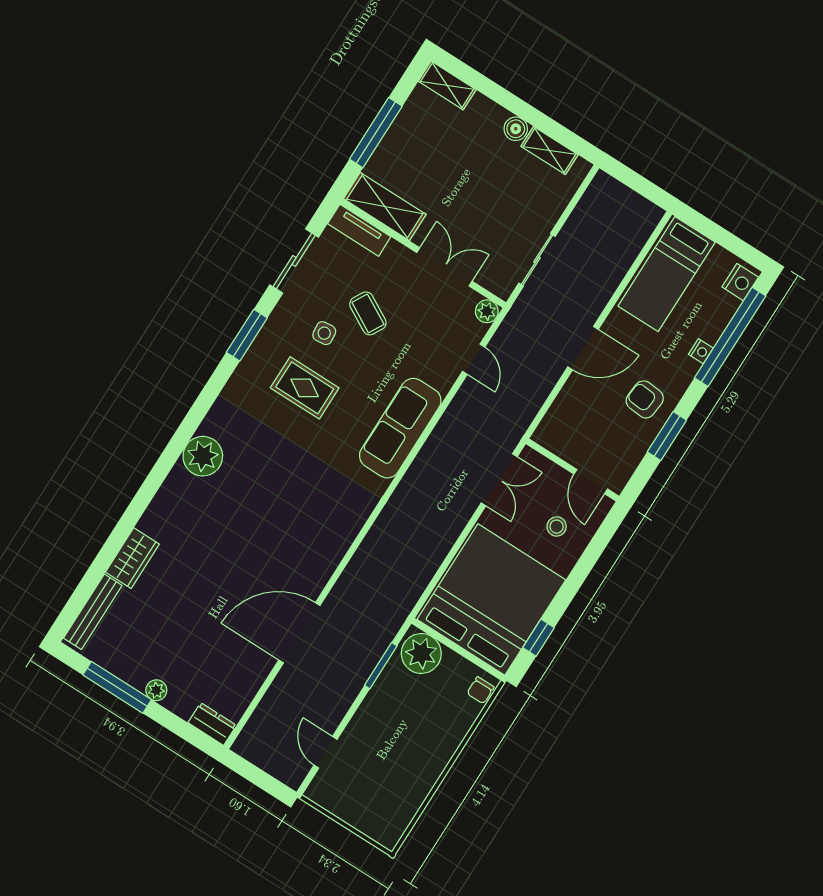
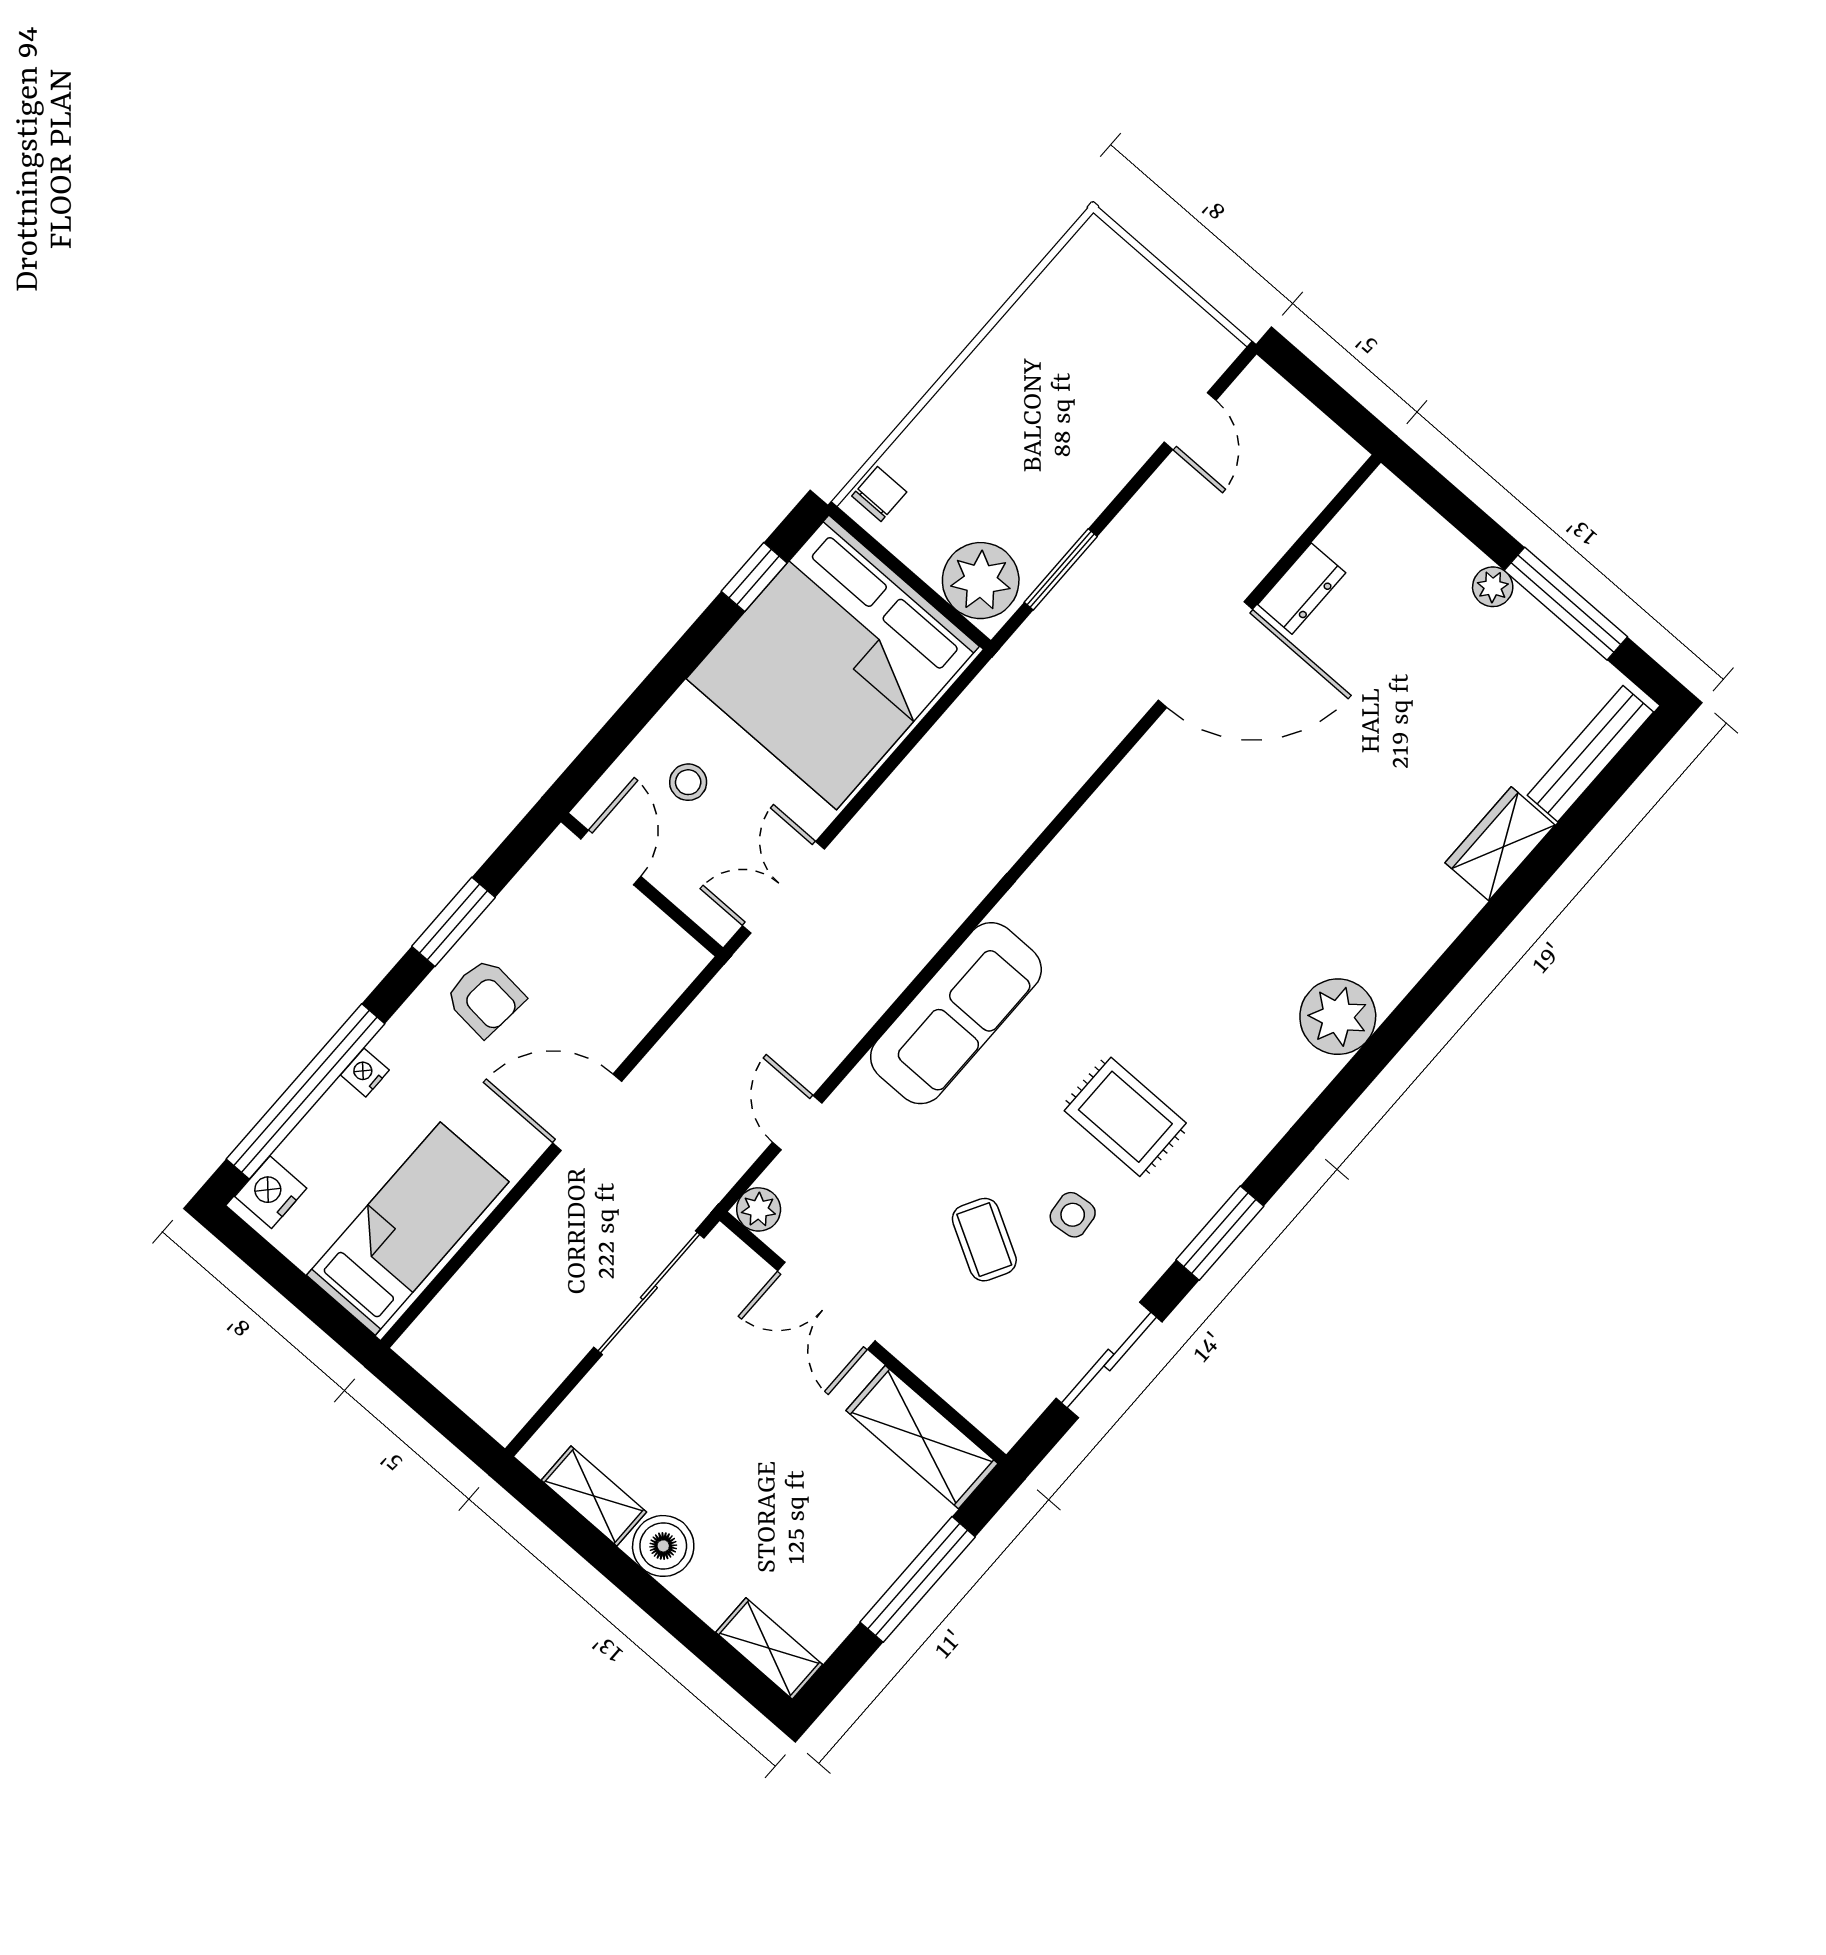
boiler: (516, 129) -> (663, 1546), width x1.36, depth x1.36
tv unit: (359, 230) -> (977, 1400), removed
sliding door: (537, 260) -> (649, 1293), width x1.37
dresser: (212, 724) -> (1302, 589), moved, turned -90

